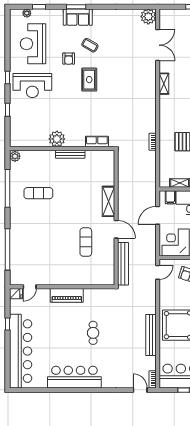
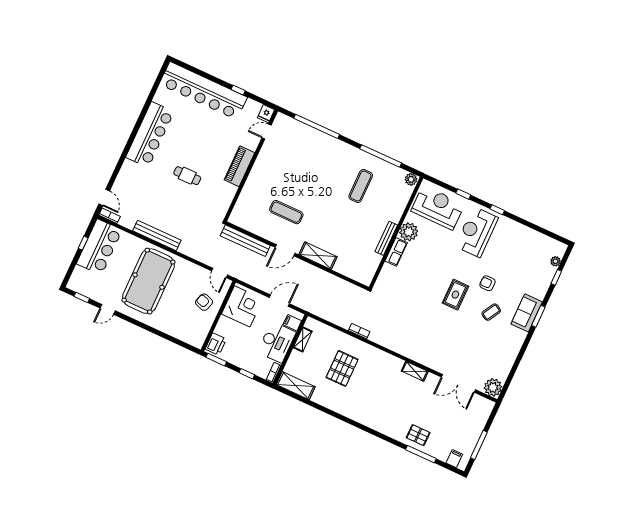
reception desk: (33, 44) -> (438, 208), moved
rug: (89, 80) -> (455, 295), turned 90
row of seats: (97, 142) -> (396, 252), moved
door: (158, 215) -> (279, 301), hinge flipped
door: (30, 287) -> (267, 132), hinge flipped
door: (140, 390) -> (104, 197), hinge flipped

